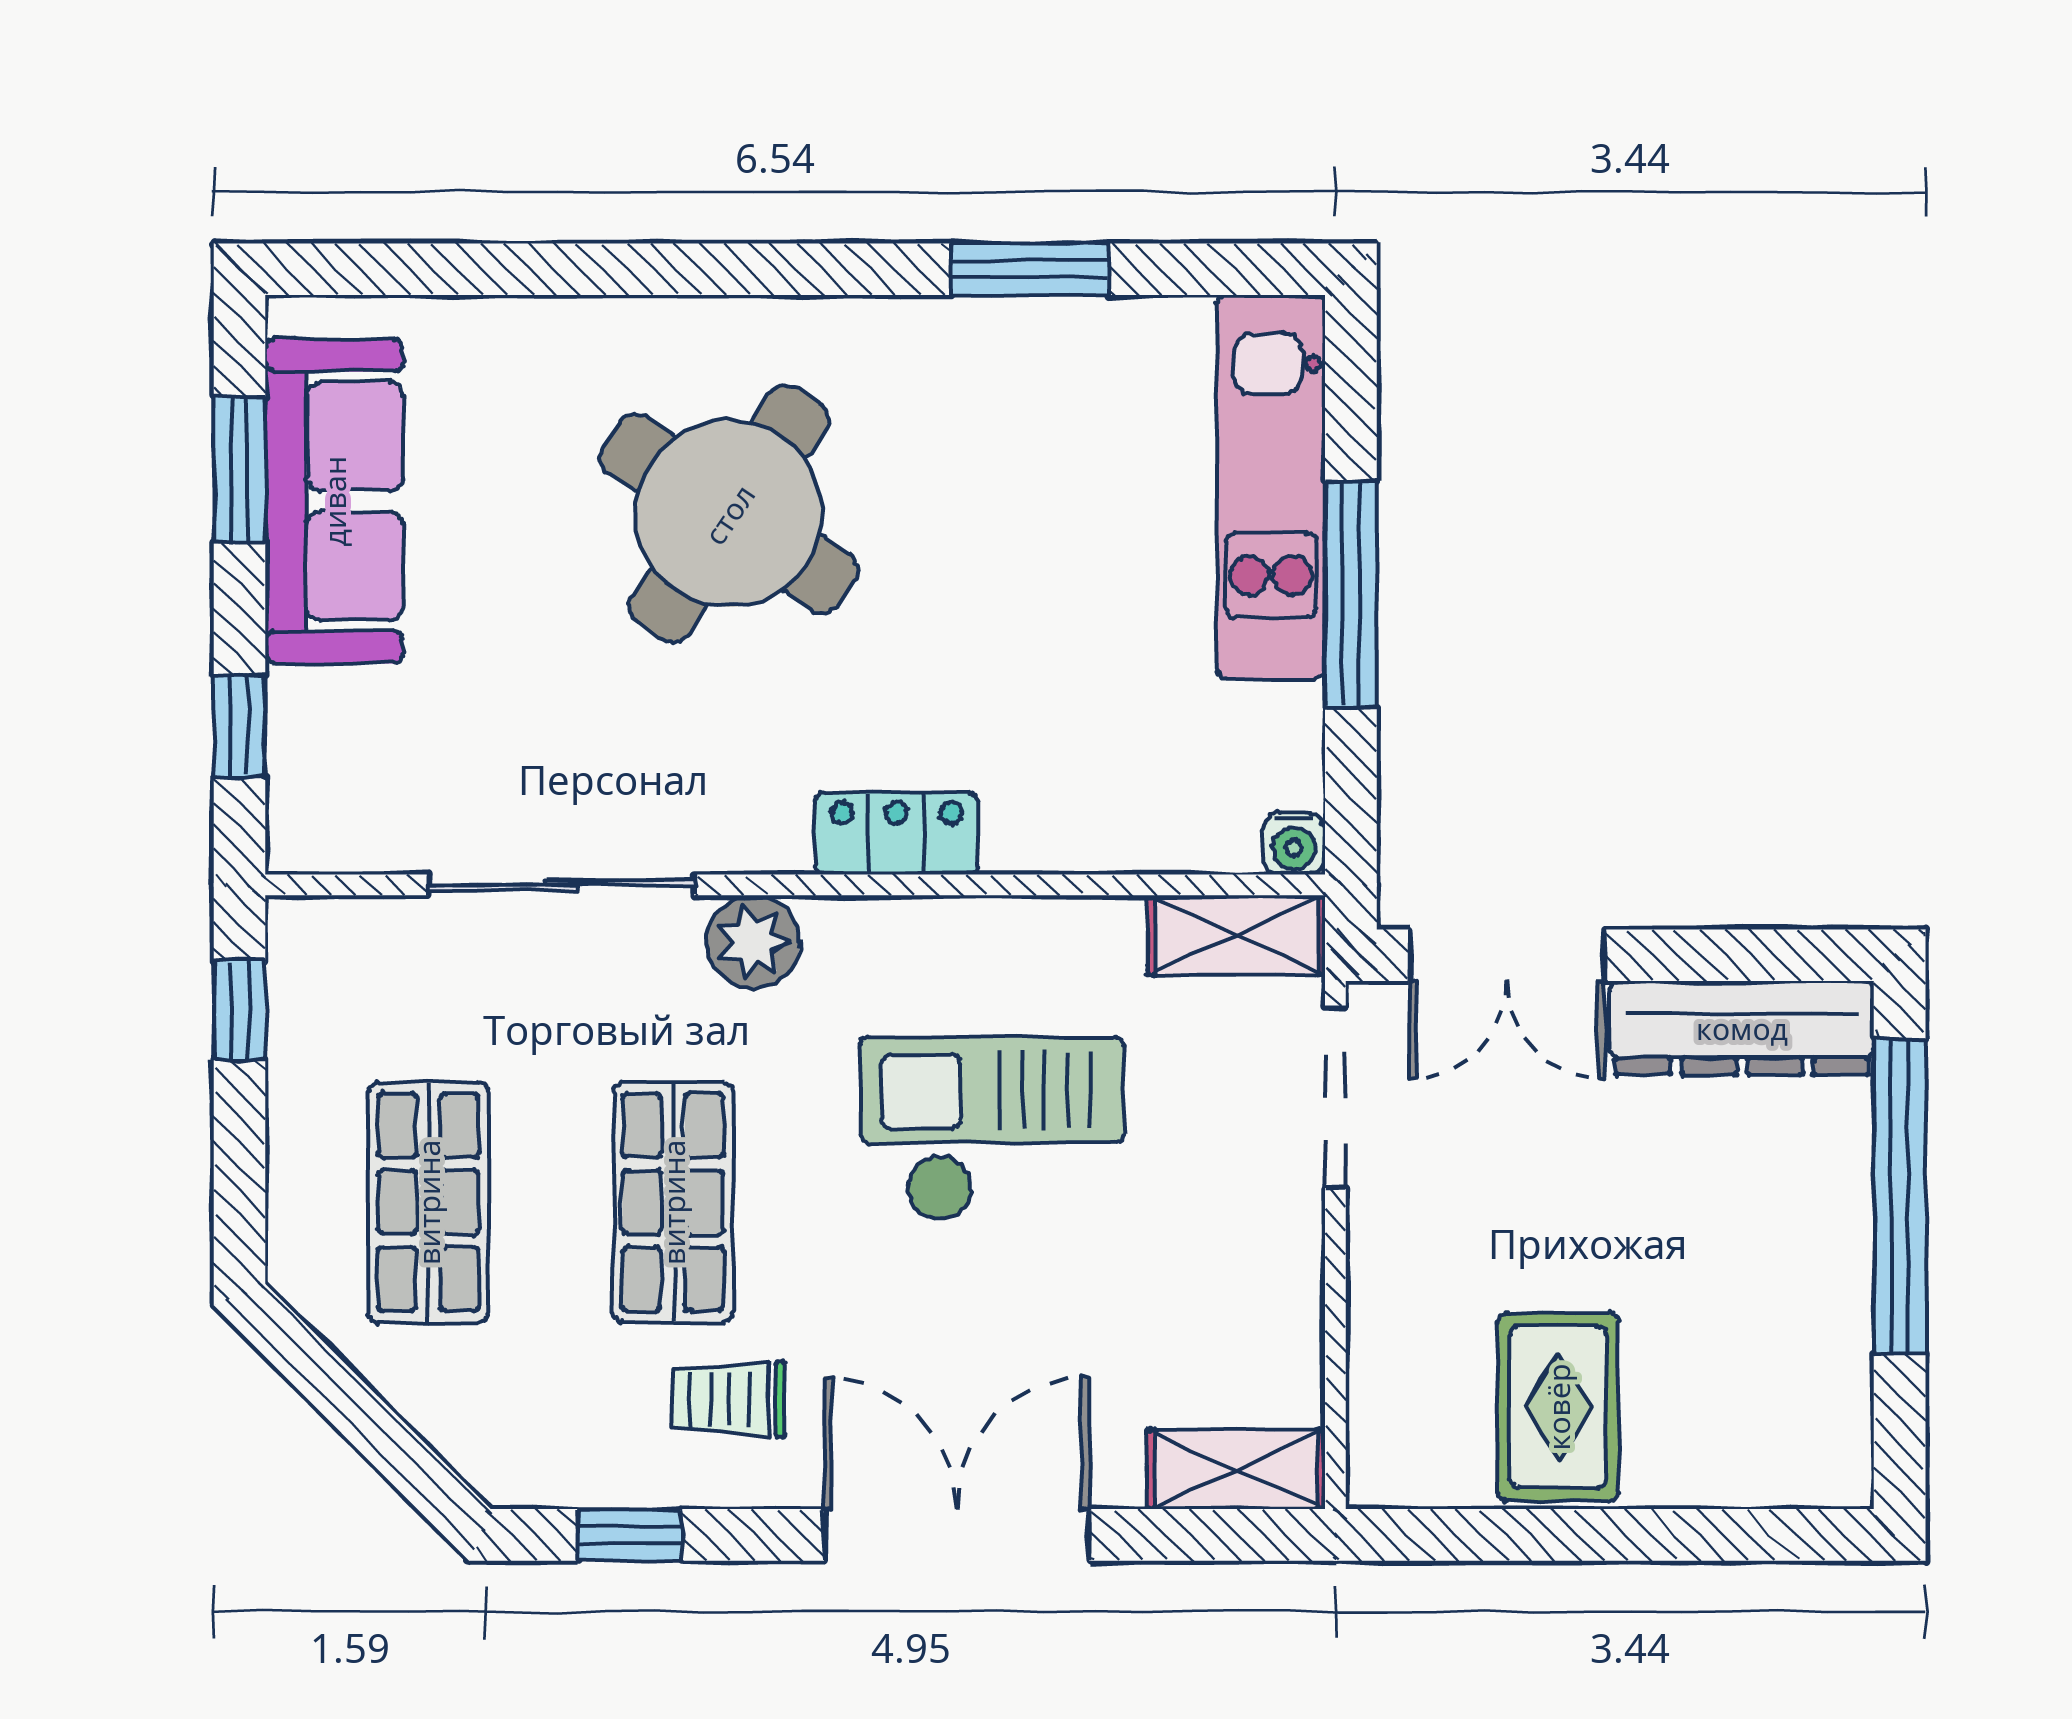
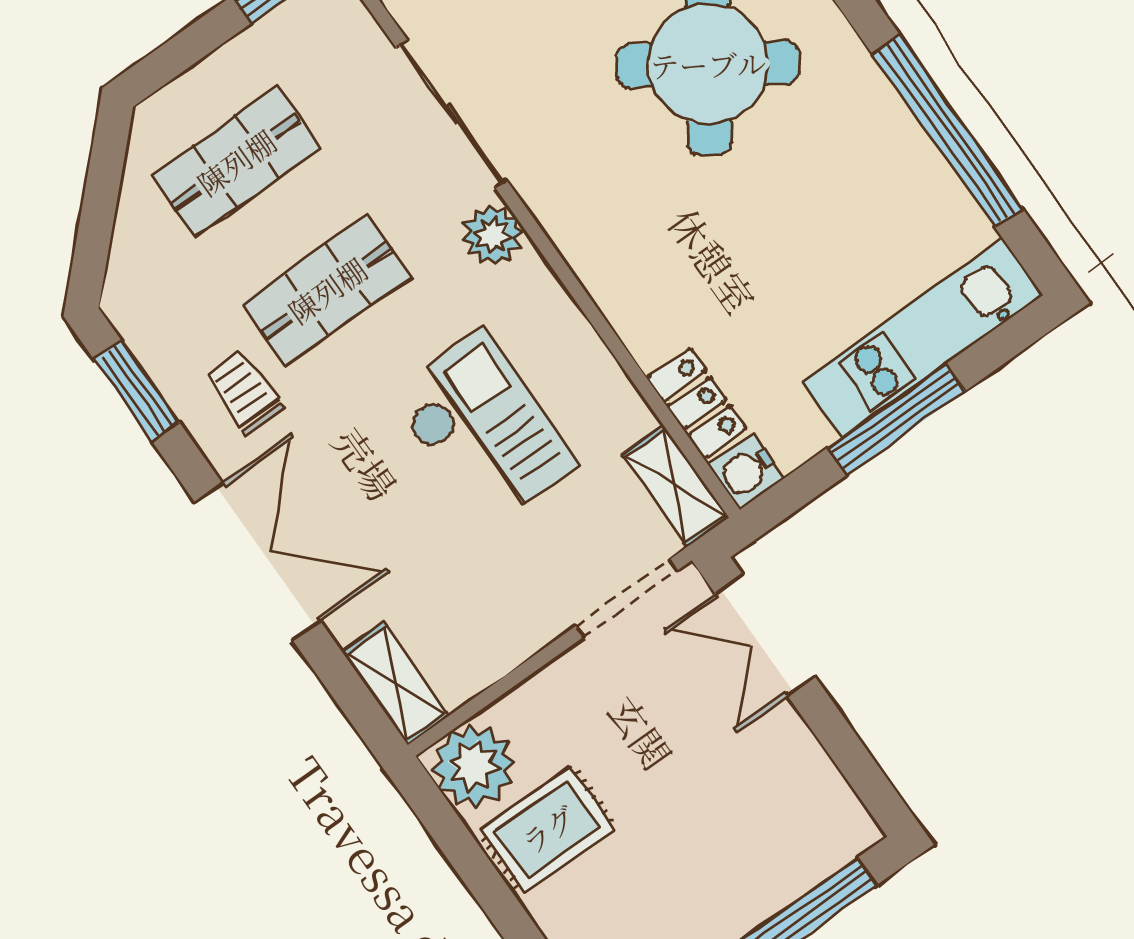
window: (1030, 269) -> (947, 131), width x2.11
locker: (897, 833) -> (697, 403), moved
water cooler: (1294, 843) -> (746, 471), width x1.38, depth x1.38
dresser: (1742, 1028) -> (814, 785), removed
plant: (1411, 1444) -> (474, 766), added
window: (629, 1535) -> (136, 390), width x1.50

